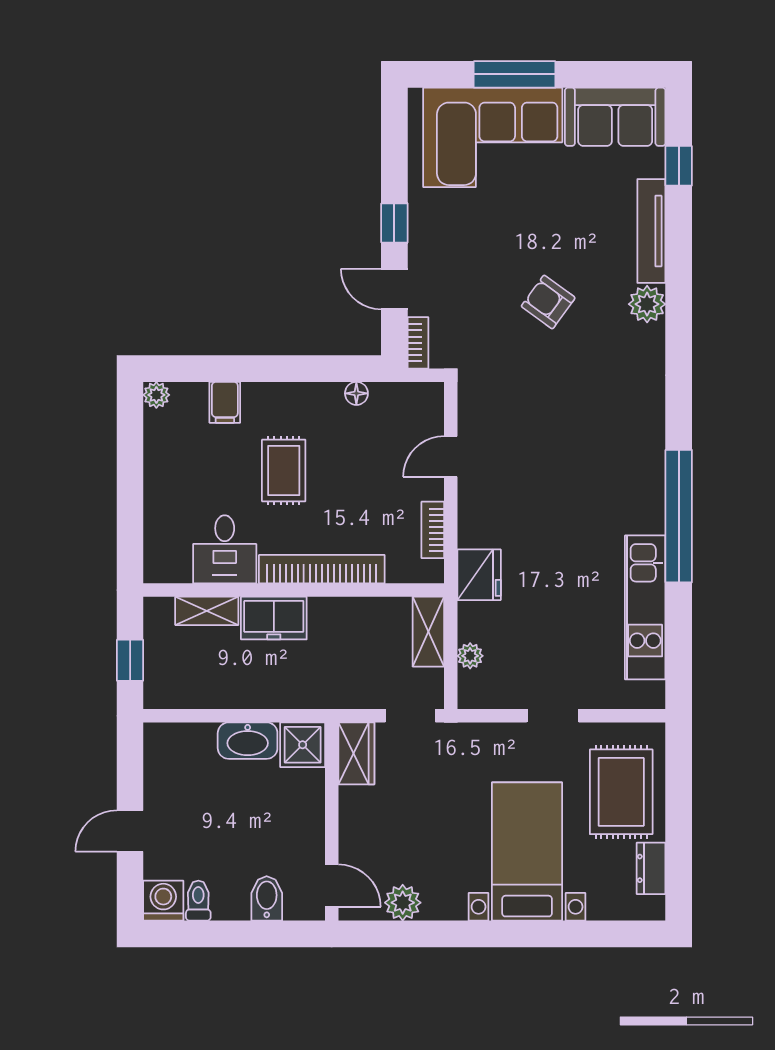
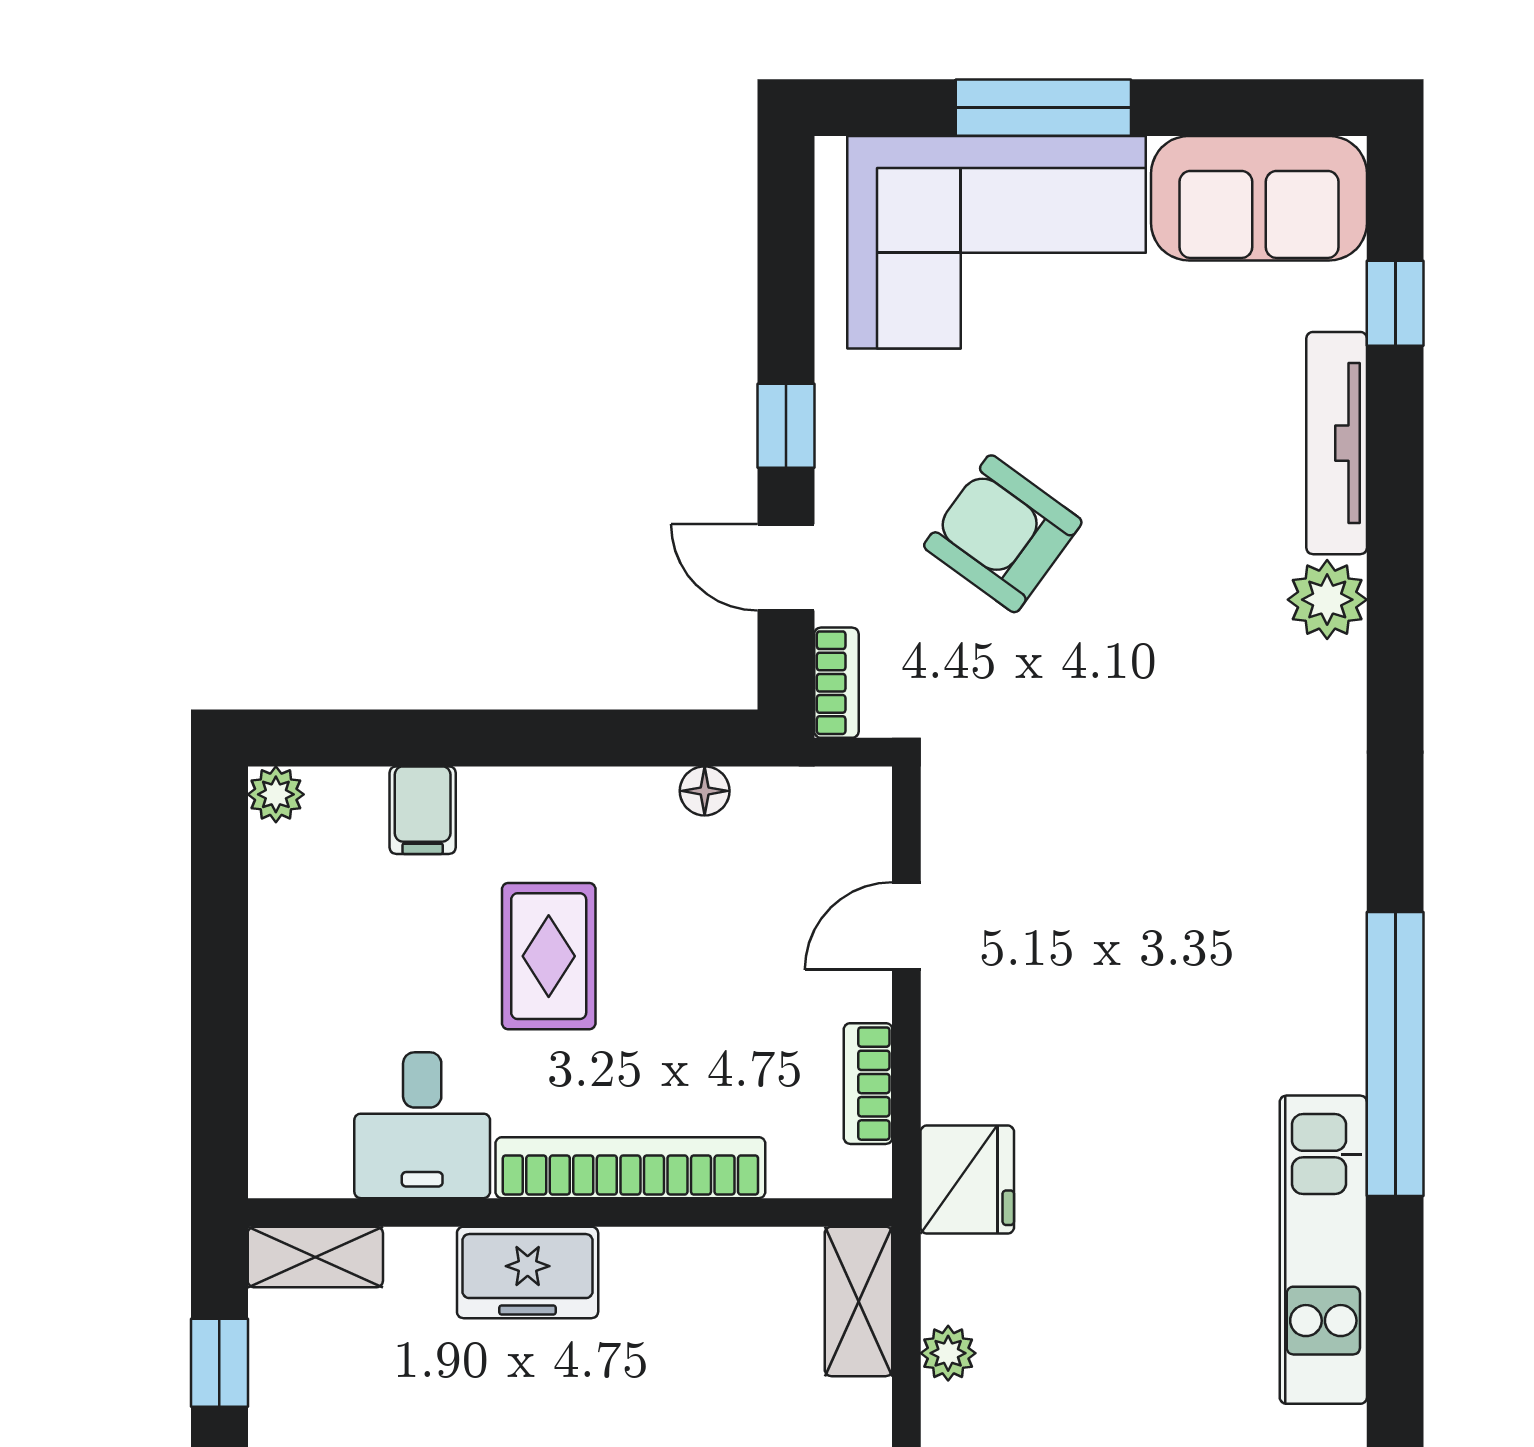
armchair: (548, 302) -> (1003, 534), moved, width x1.38, depth x1.38
shelving: (207, 611) -> (315, 1257), moved

